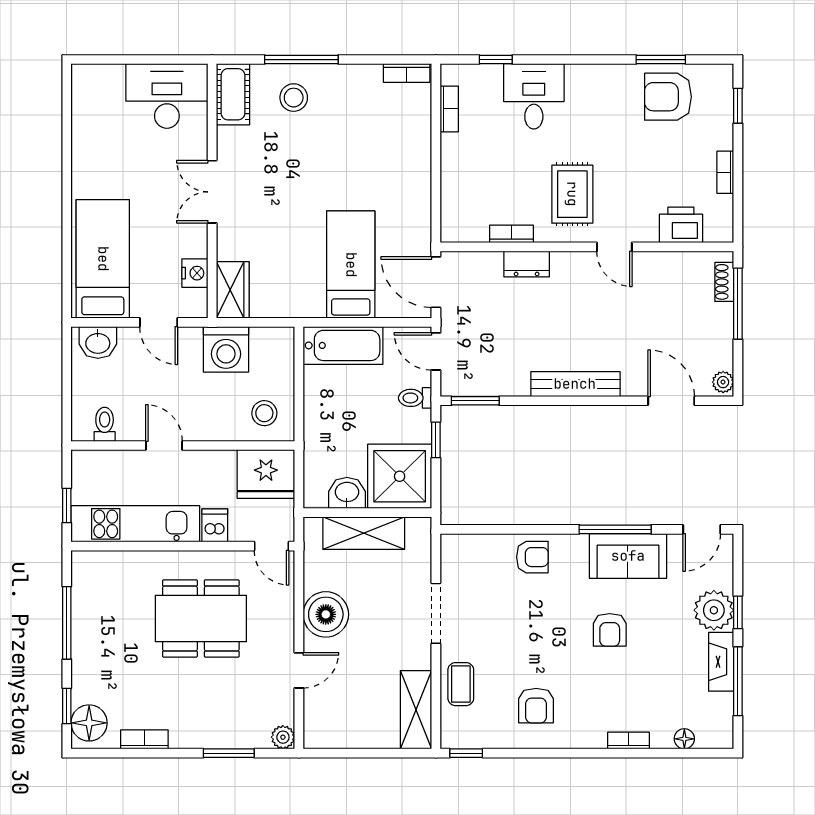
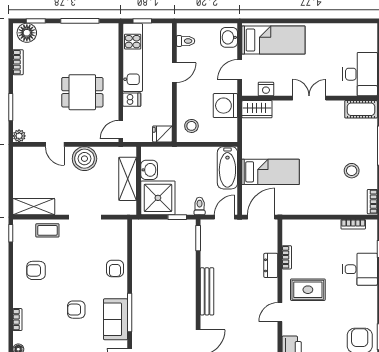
stool: (294, 98) -> (352, 171), moved
fridge: (266, 474) -> (162, 134), width x0.53, depth x0.75
dining table: (201, 618) -> (82, 92), width x0.73

